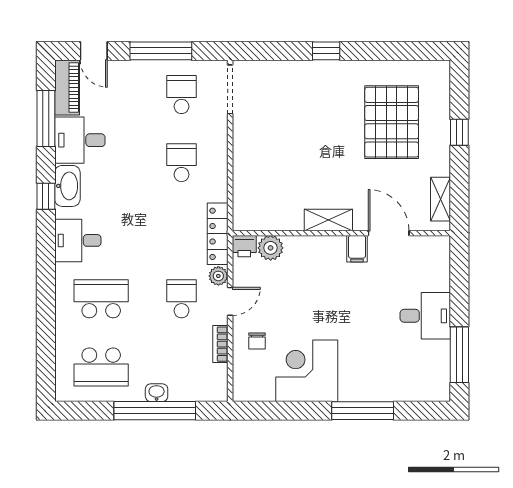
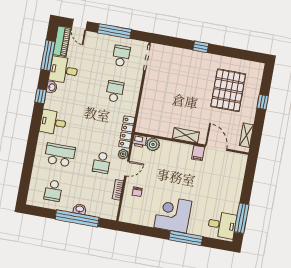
washbasin: (67, 186) -> (52, 87), width x0.52, depth x0.69
school desk: (181, 299) -> (102, 163), turned 180
desk: (425, 316) -> (222, 225), moved
school desk: (101, 367) -> (53, 191), width x0.54
corner desk: (307, 371) -> (173, 214), moved

